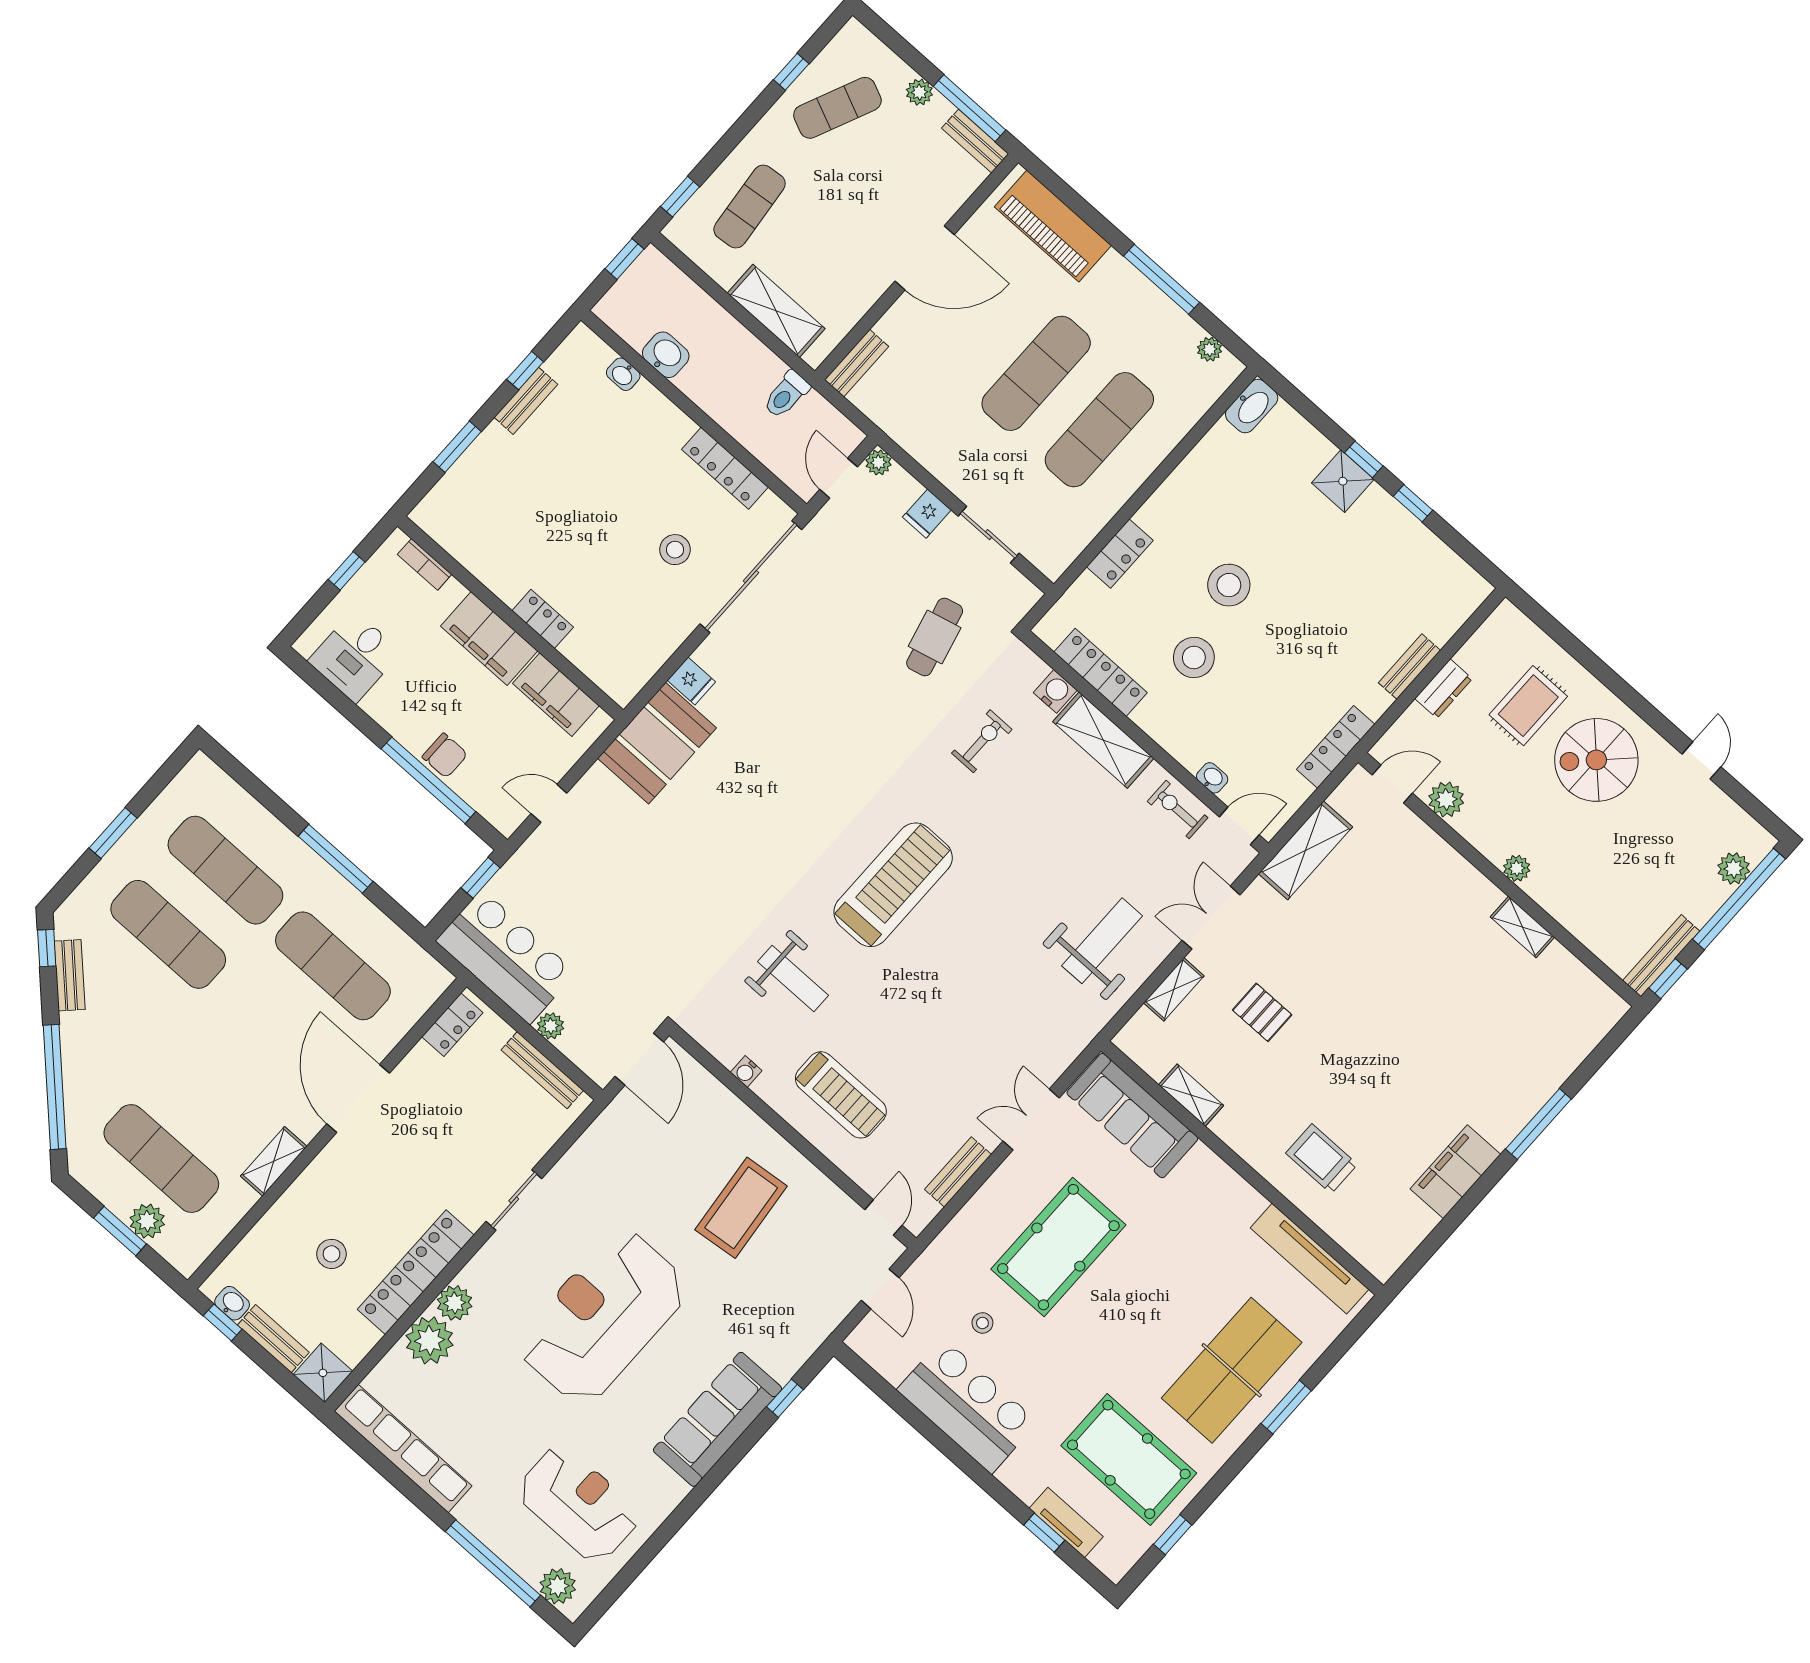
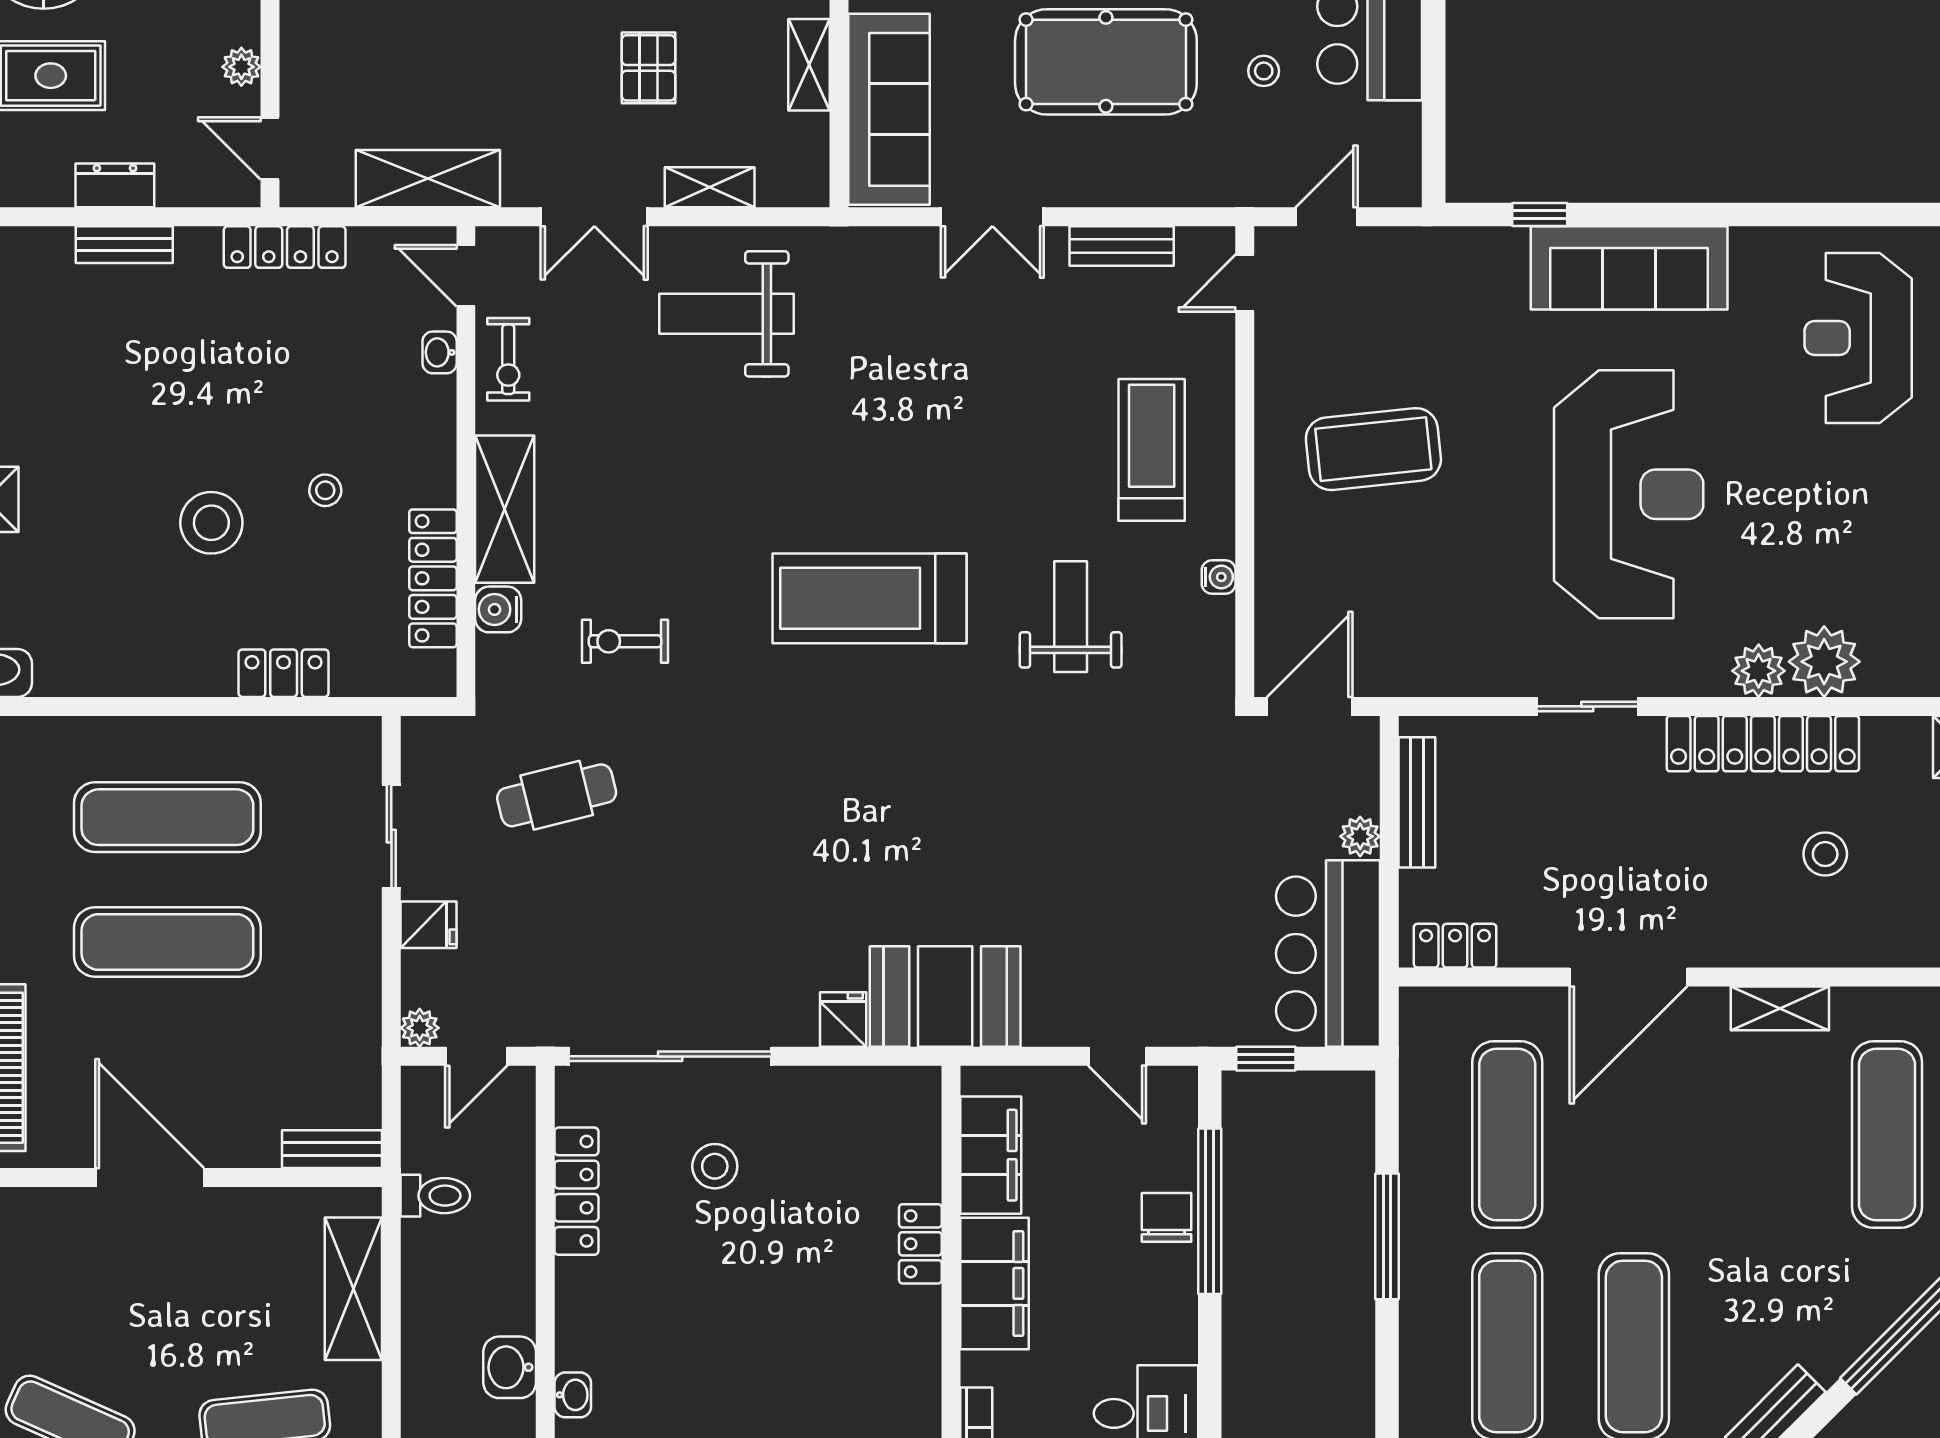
stool: (1194, 658) -> (325, 490), width x0.53, depth x0.53
plant: (1446, 799) -> (241, 67), width x0.73, depth x0.73
reception desk: (603, 1317) -> (1629, 494), turned -90

